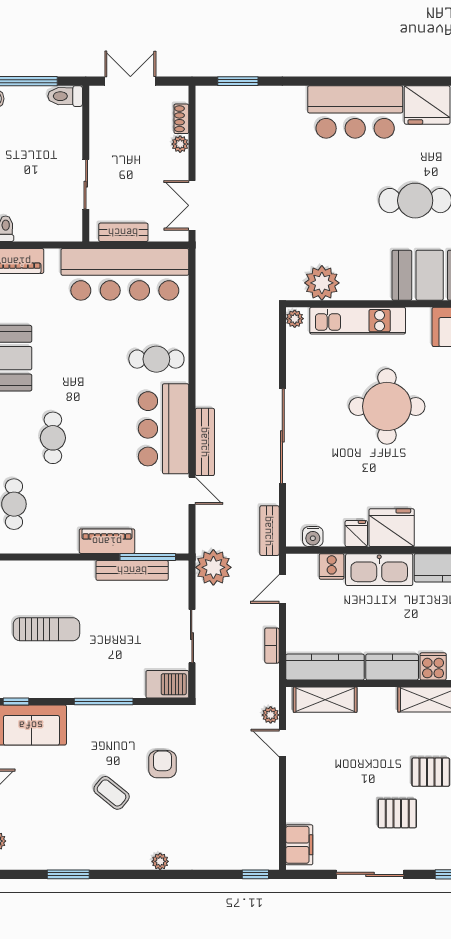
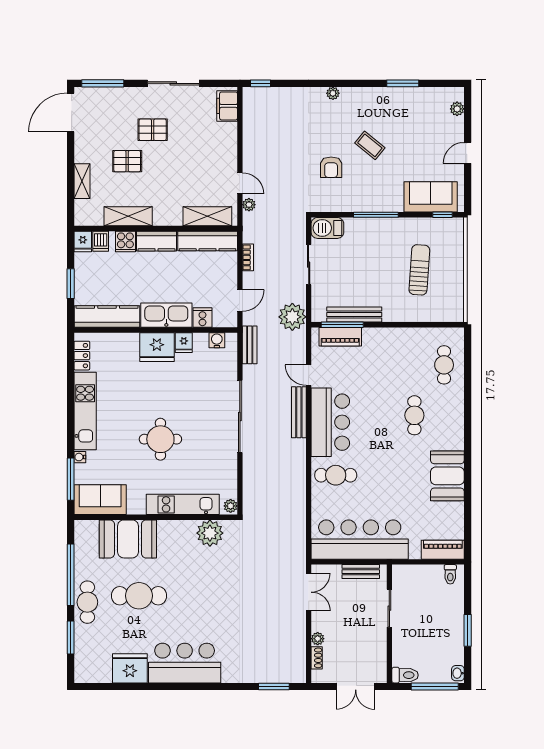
round table: (387, 406) -> (160, 439), width x0.73, depth x0.73
piano: (107, 541) -> (340, 337), moved
sun lounger: (46, 629) -> (419, 270), turned 94

